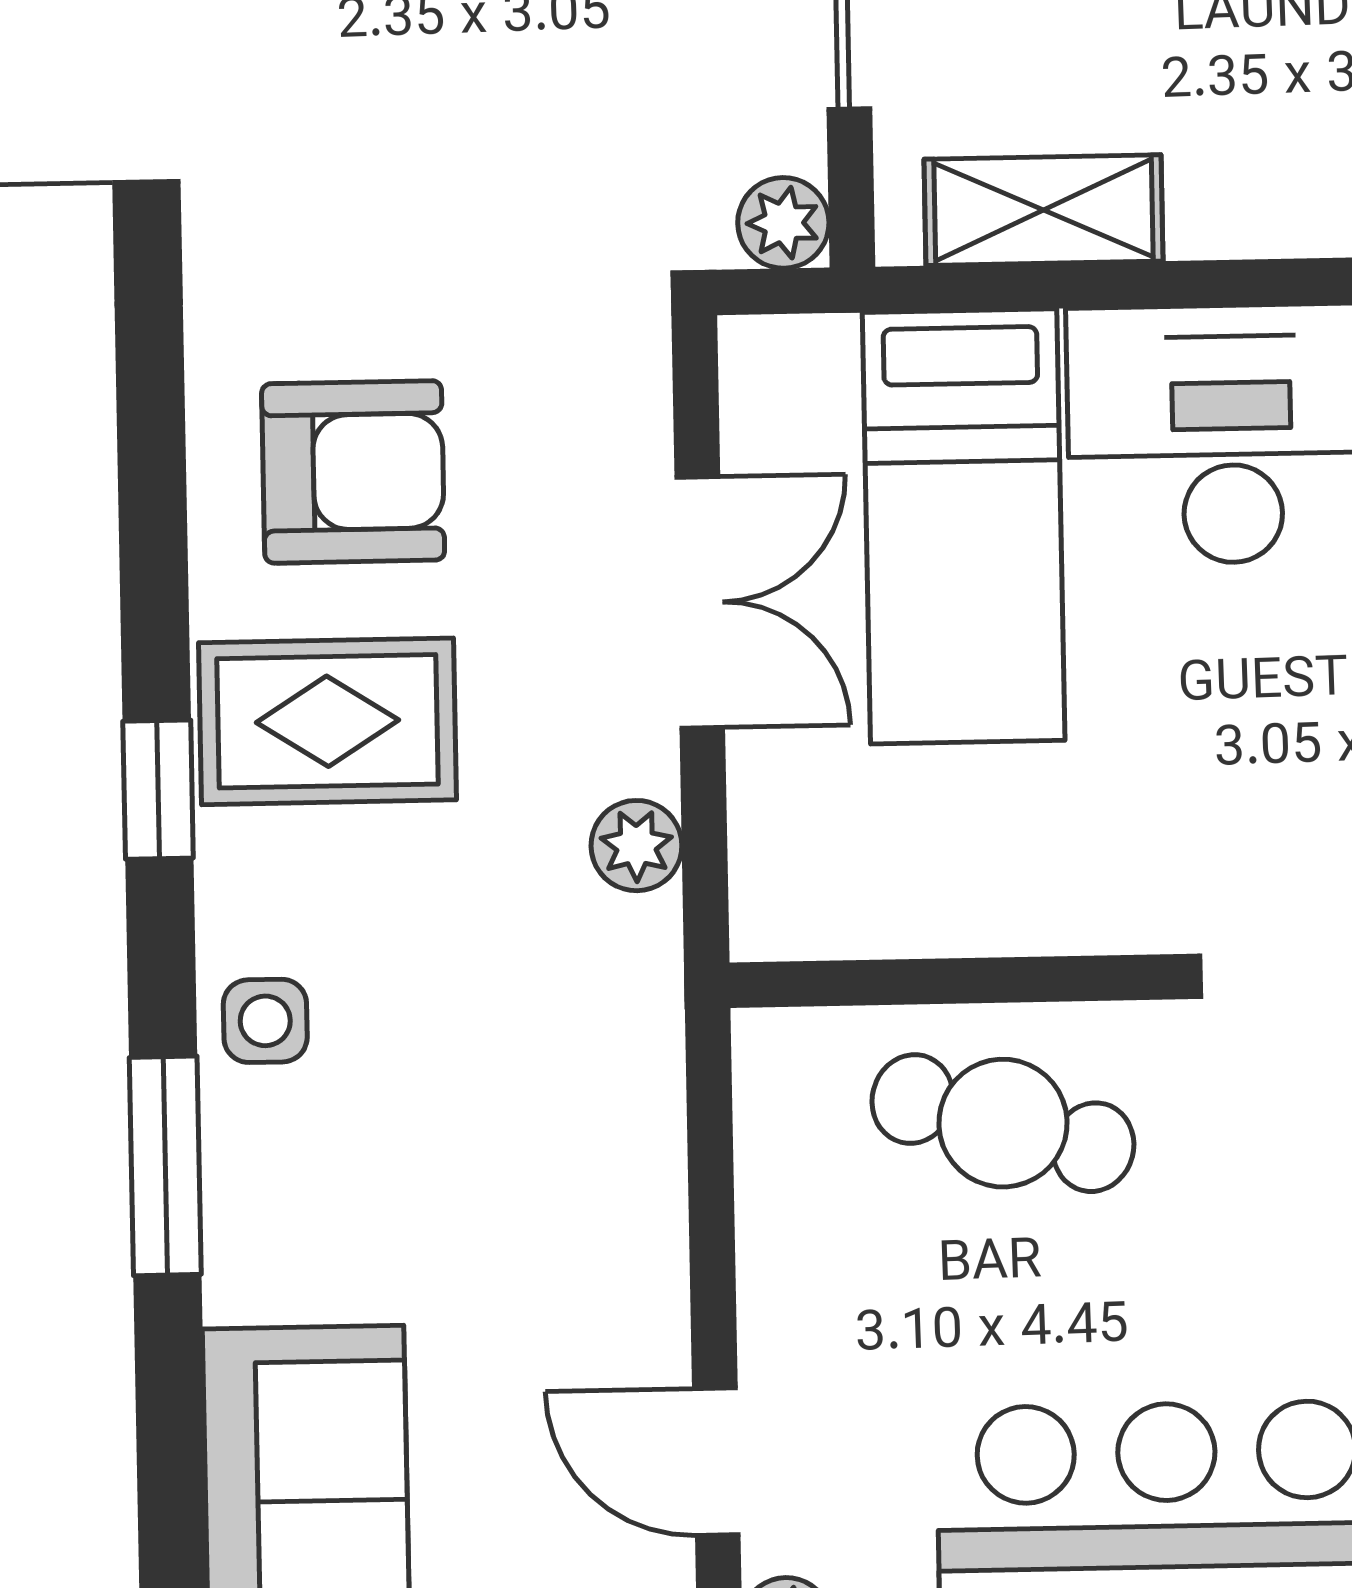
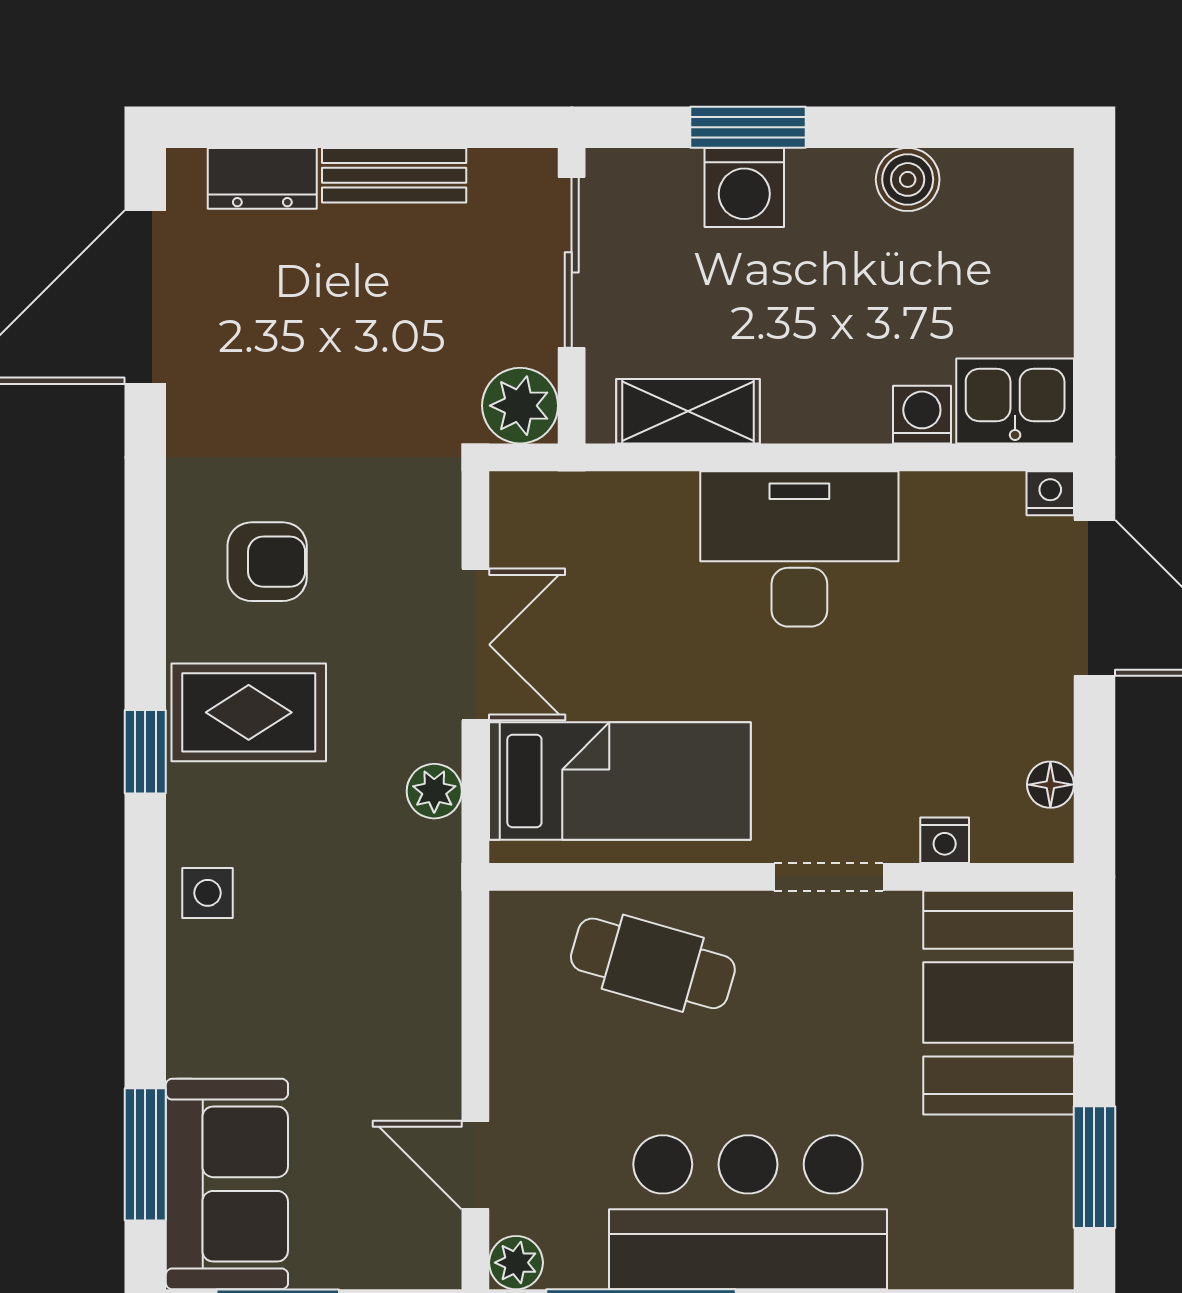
plant: (783, 223) -> (520, 406), width x1.38, depth x1.38
armchair: (353, 472) -> (267, 562), width x0.72, depth x0.72
bed: (964, 526) -> (620, 781), moved, turned -90
window: (165, 1166) -> (145, 1154), moved

